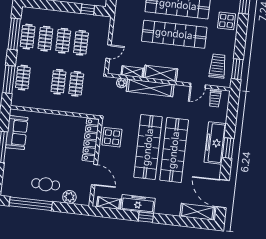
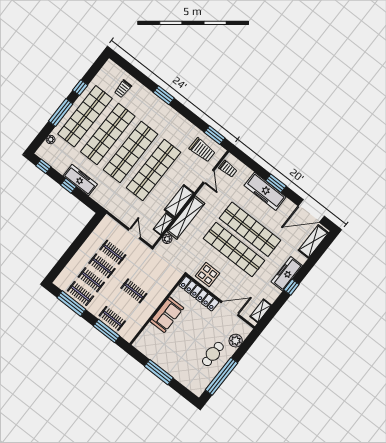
window: (88, 9) -> (88, 229), removed
display table: (226, 21) -> (169, 120), removed
trolley: (218, 66) -> (202, 150), turned 180
clothes rail: (76, 84) -> (145, 277), removed
sofa: (17, 133) -> (167, 315), moved, turned 90
freezer: (138, 204) -> (287, 274), moved

